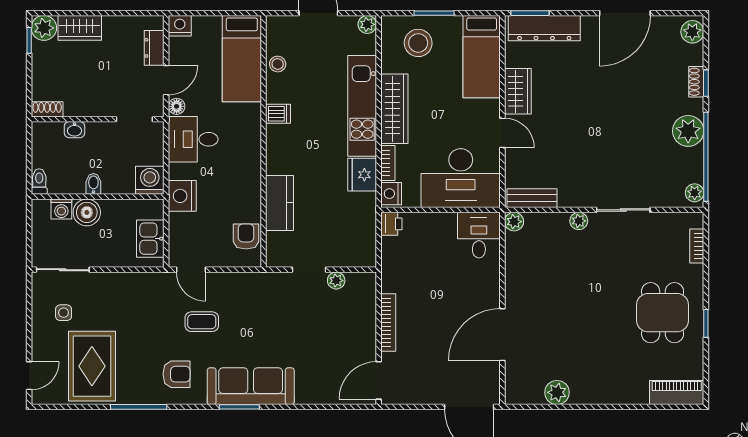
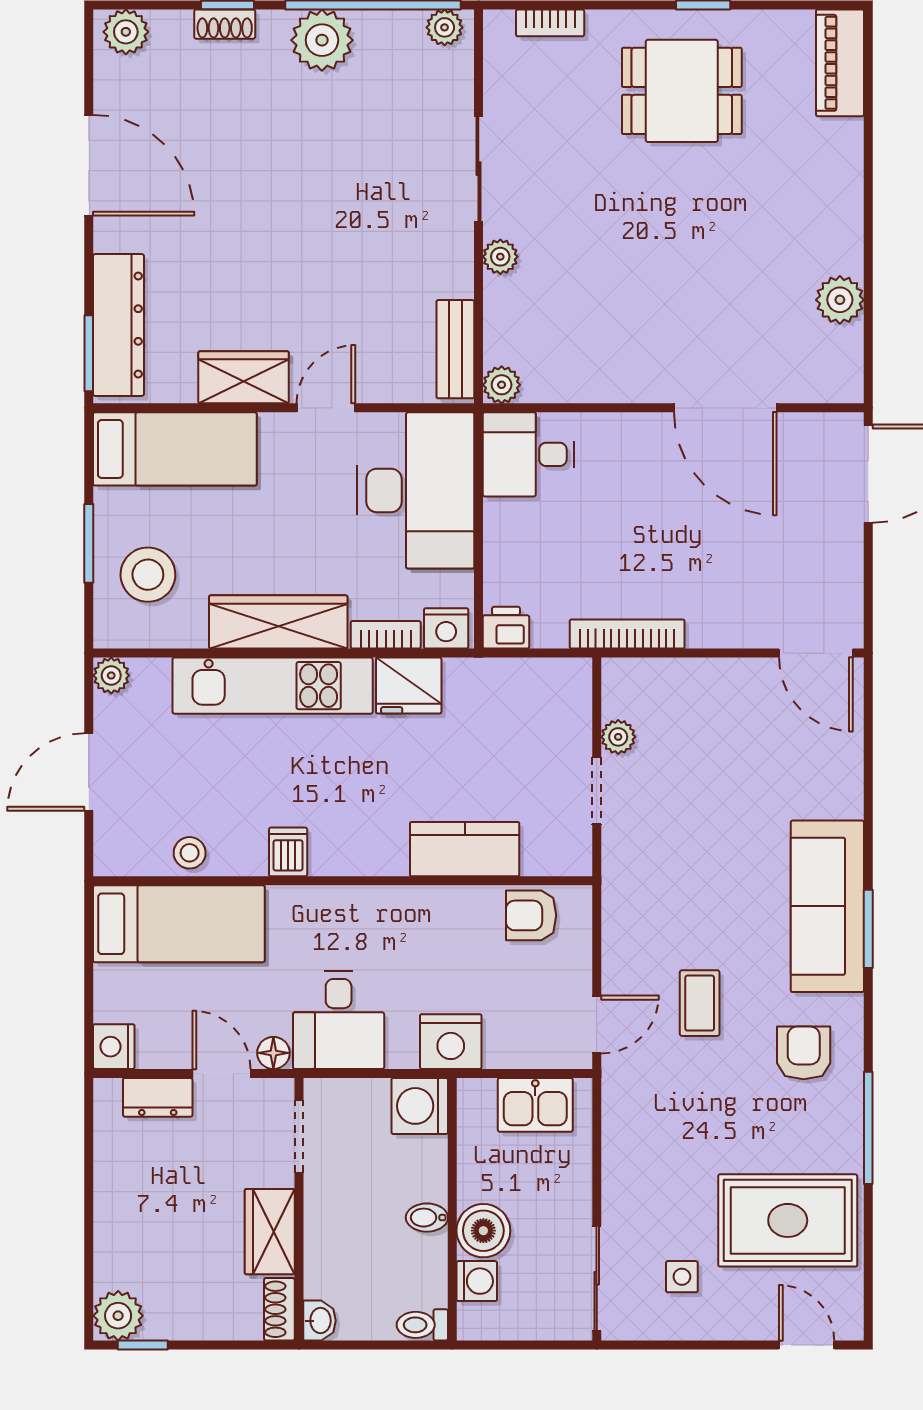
wardrobe: (80, 28) -> (270, 1232), moved, turned 180
washbasin: (75, 130) -> (320, 1321), moved
bookcase: (388, 322) -> (627, 634), moved

